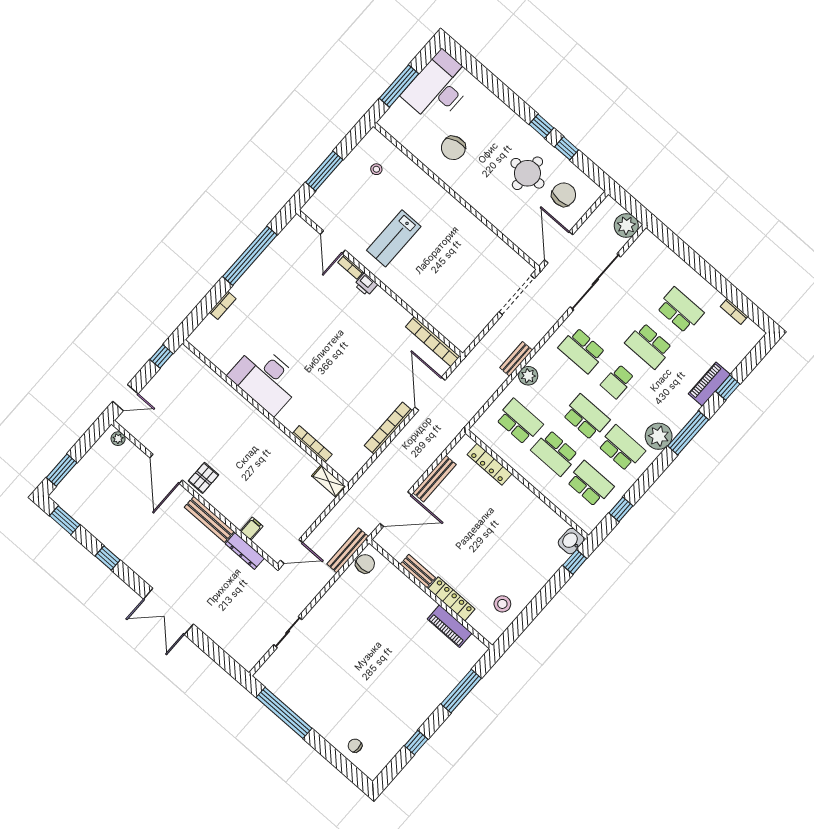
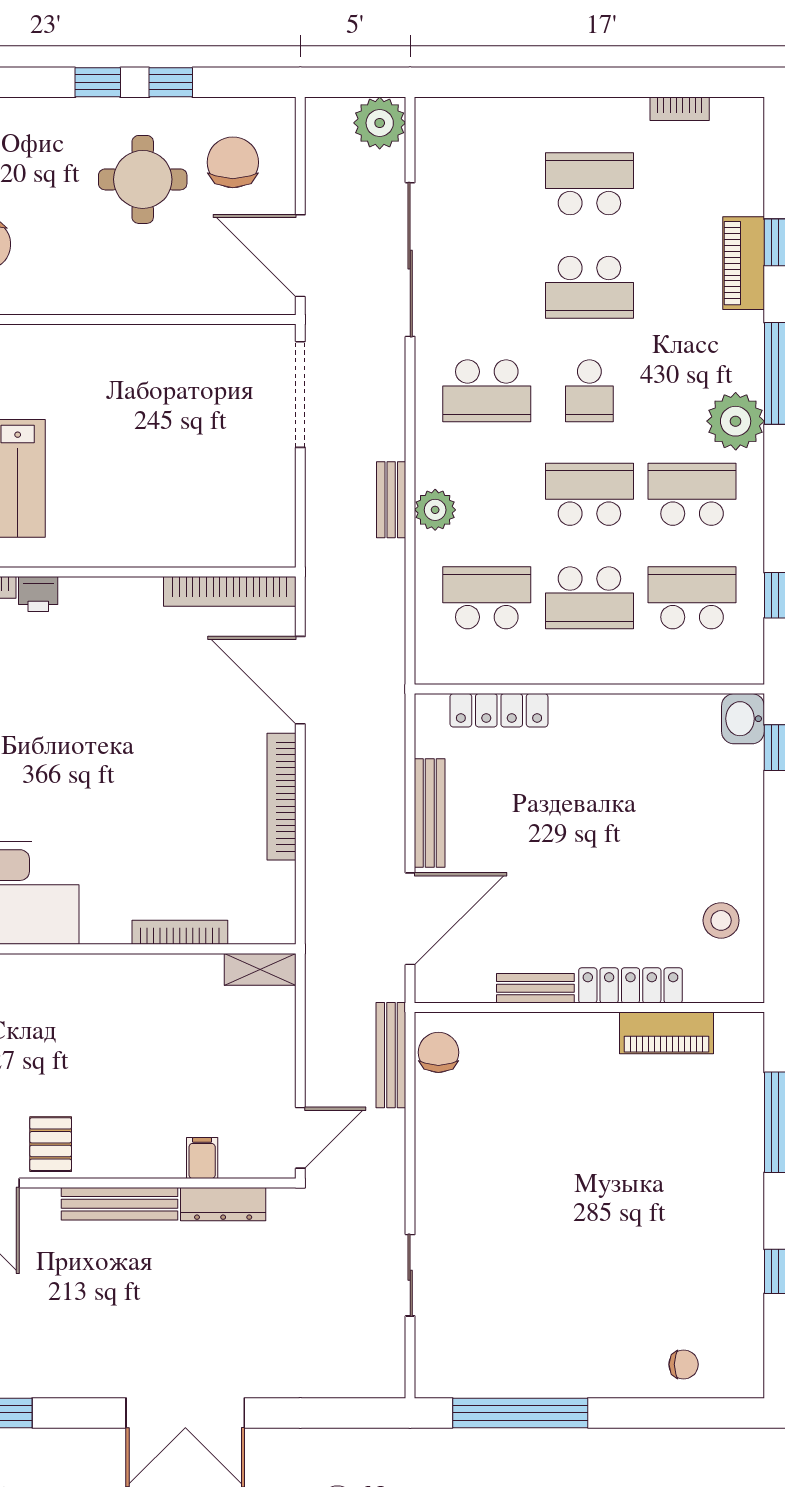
chair: (355, 746) -> (684, 1364), turned 180

